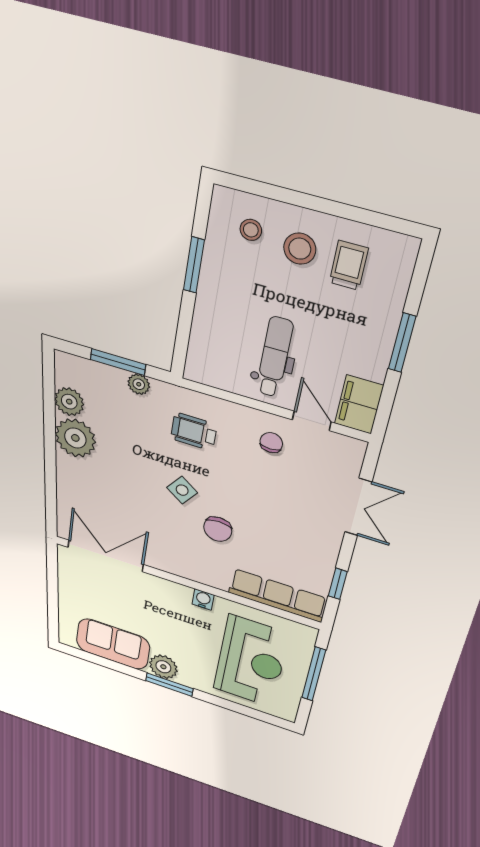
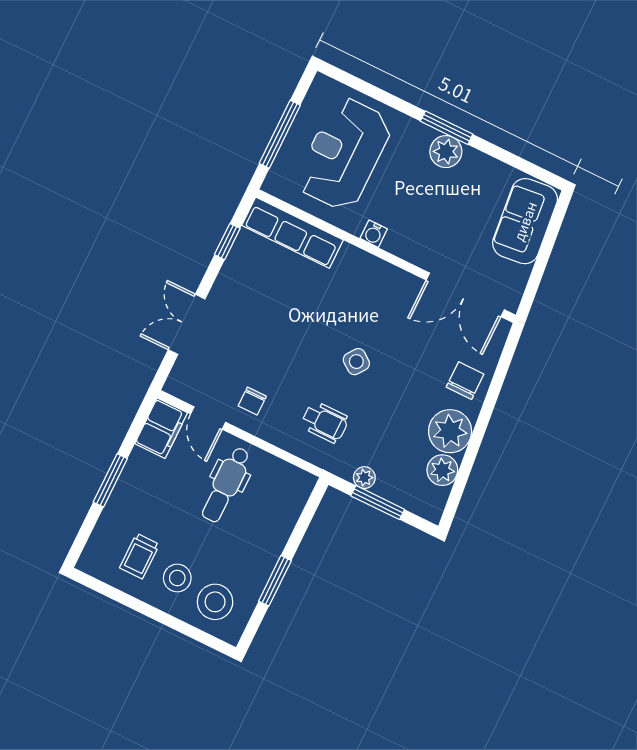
stool: (251, 230) -> (215, 602), width x1.89, depth x1.89
chair: (218, 529) -> (465, 381), moved
sofa: (113, 644) -> (525, 221), moved, turned 84

